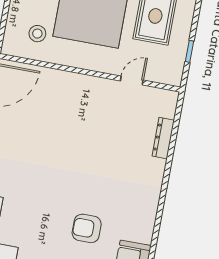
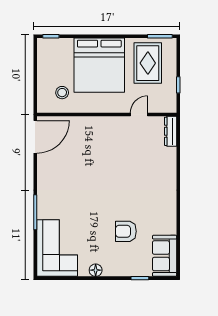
dresser: (163, 138) -> (171, 131), moved

